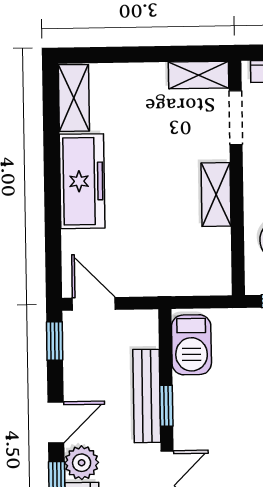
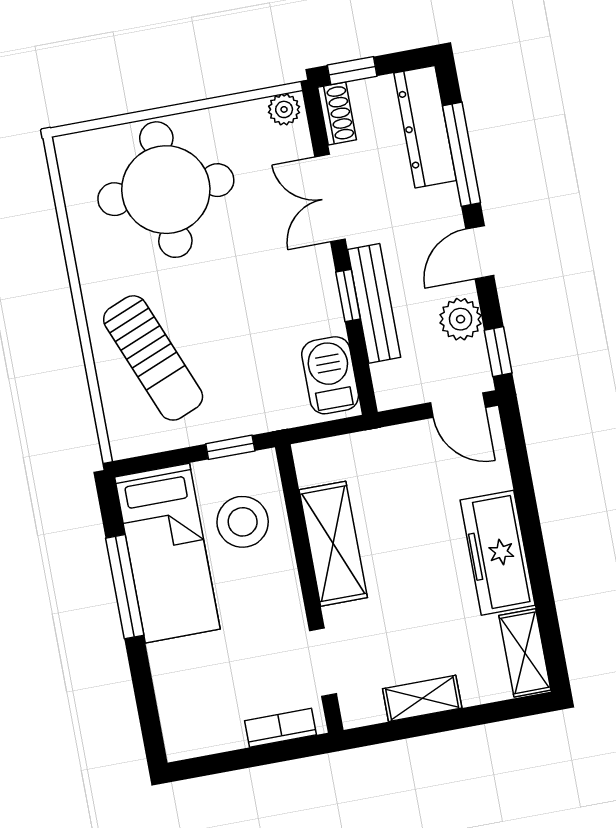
shelving: (199, 75) -> (422, 698), moved
shelving: (216, 194) -> (333, 544), width x1.50, depth x1.33
plant: (82, 463) -> (461, 319), moved

